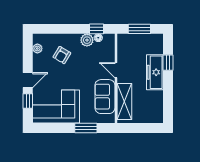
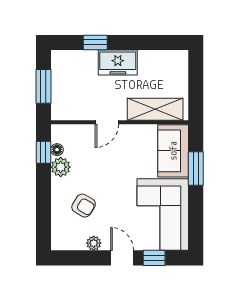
plant: (37, 49) -> (94, 243), moved
freezer: (155, 72) -> (118, 63), width x0.71
sofa: (105, 97) -> (173, 151), moved, turned 90

